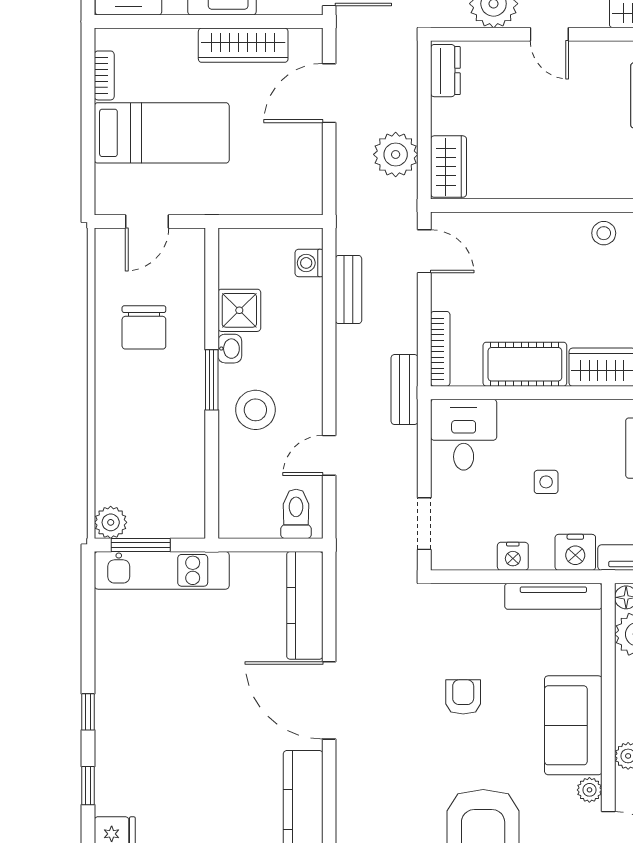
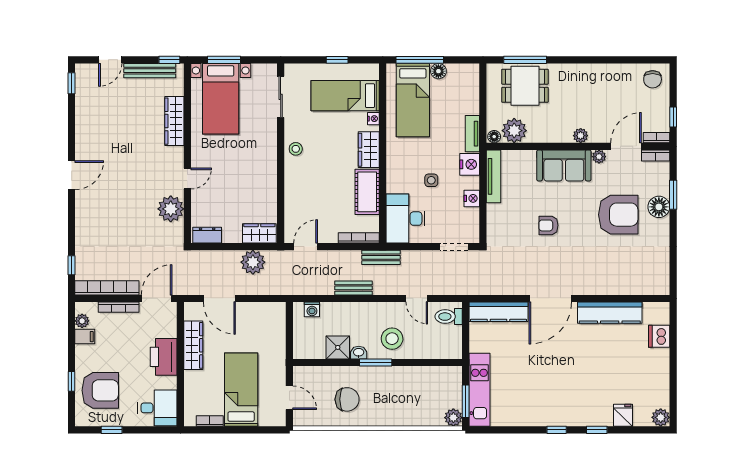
bench: (349, 290) -> (354, 288), moved
desk: (464, 435) -> (406, 219), width x1.37

